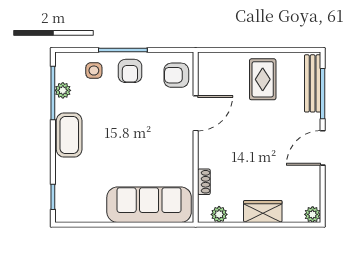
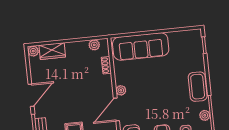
plant: (186, 141) -> (121, 90), added
wardrobe: (263, 211) -> (52, 51), moved

